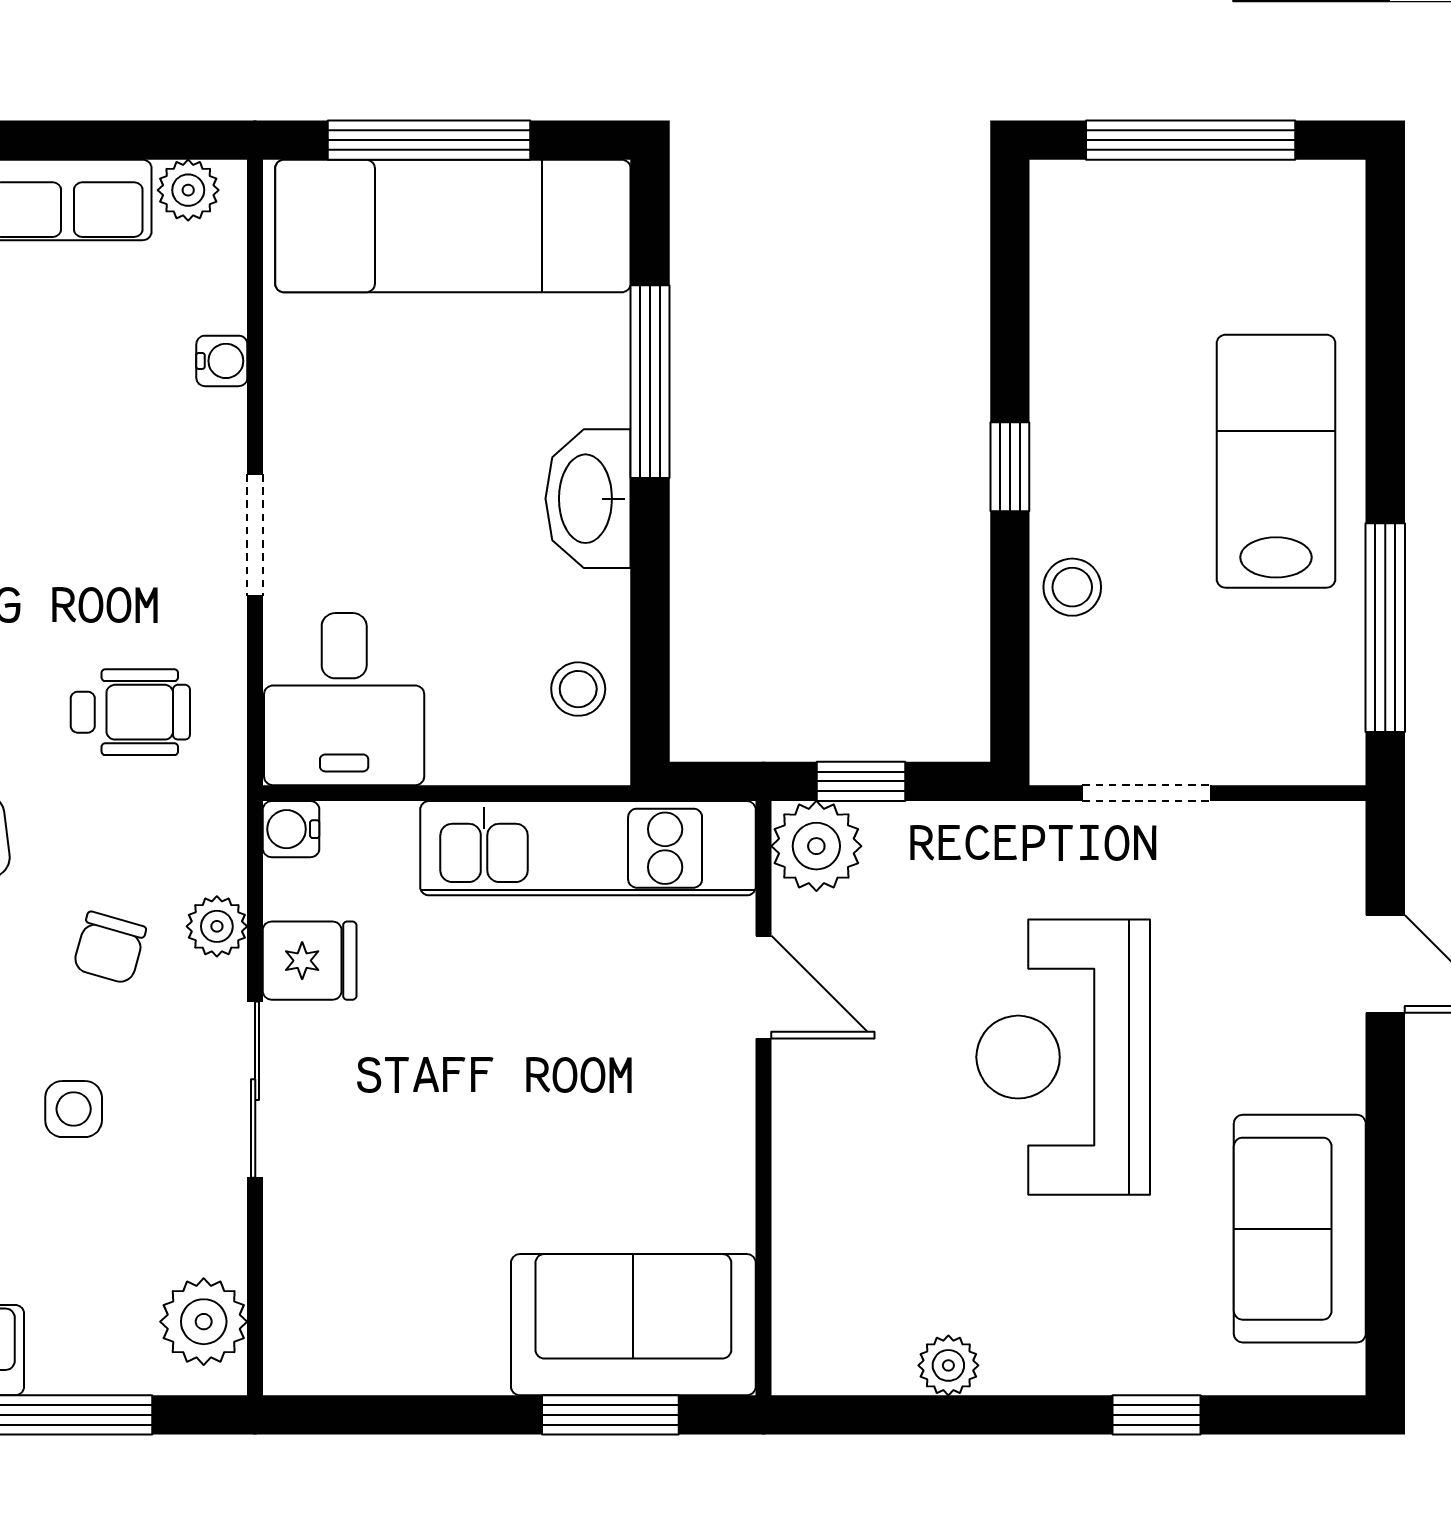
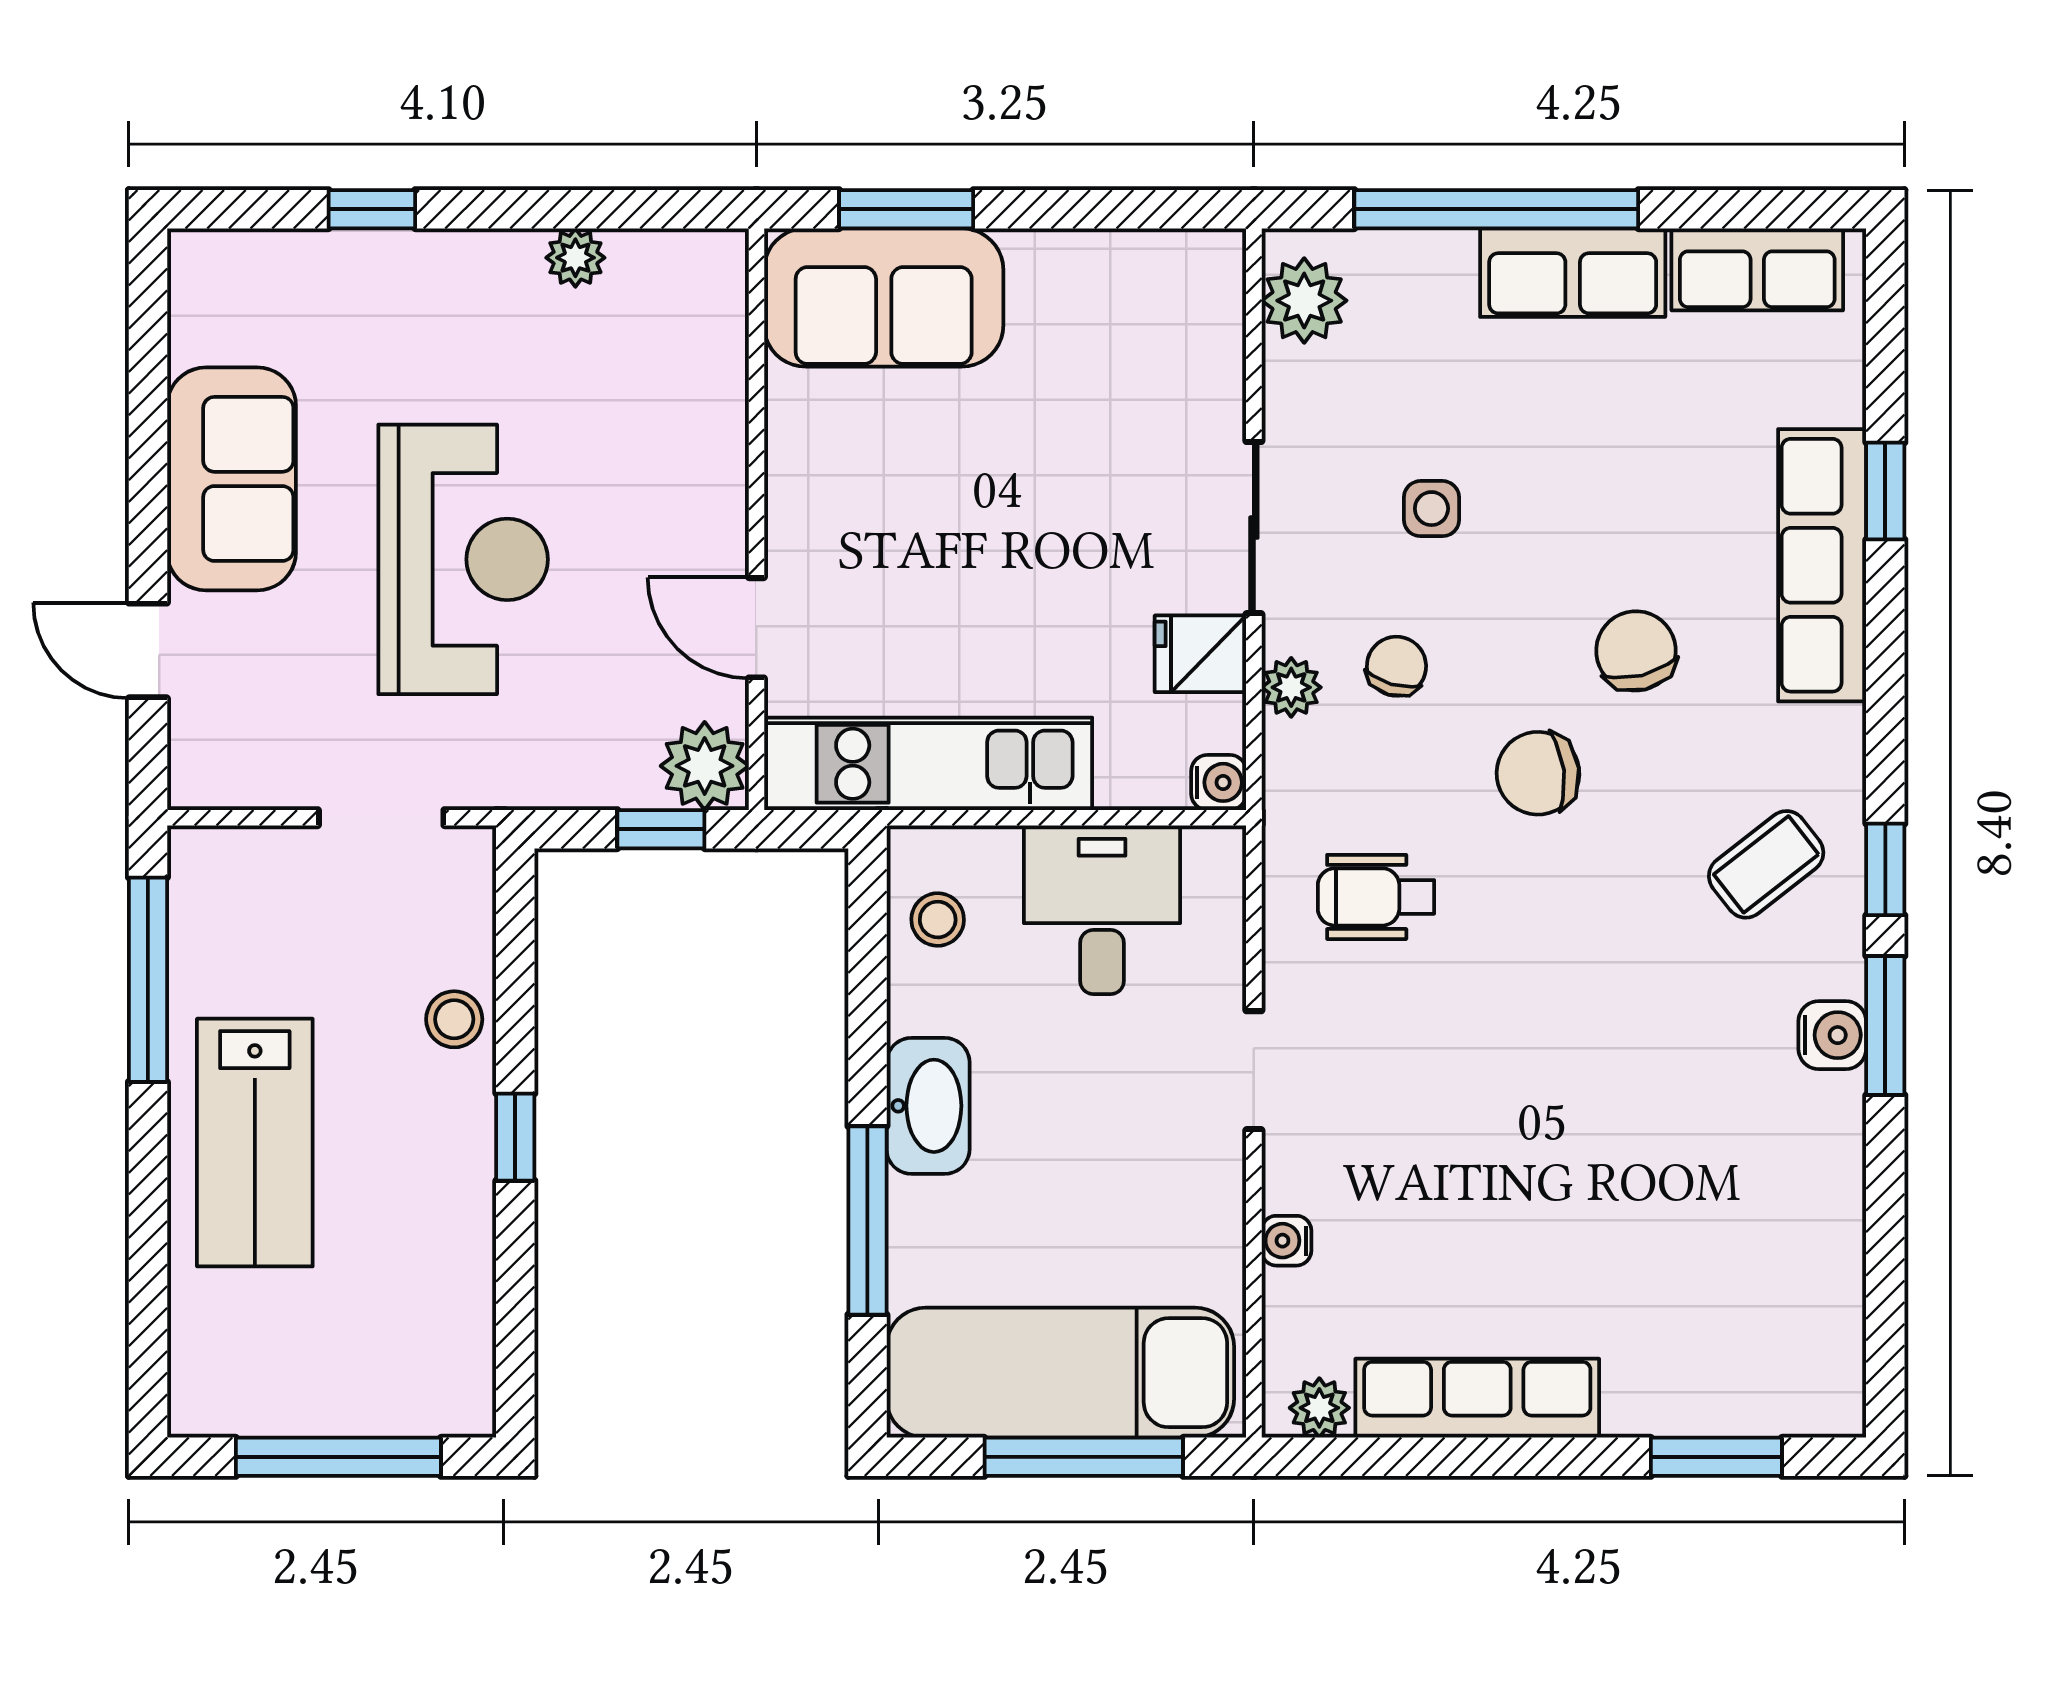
desk: (344, 699) -> (1102, 910), moved
sofa: (1300, 1229) -> (232, 479), moved

